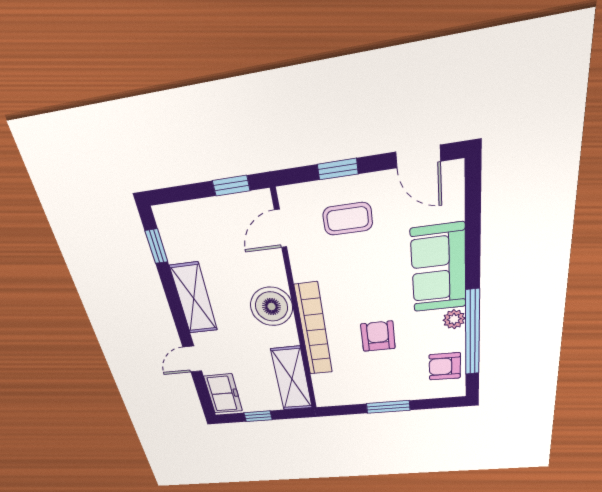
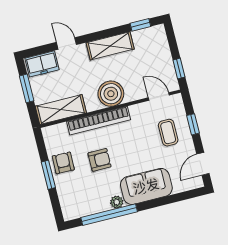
armchair: (445, 366) -> (63, 163), moved
window: (258, 416) -> (27, 88), width x1.50

